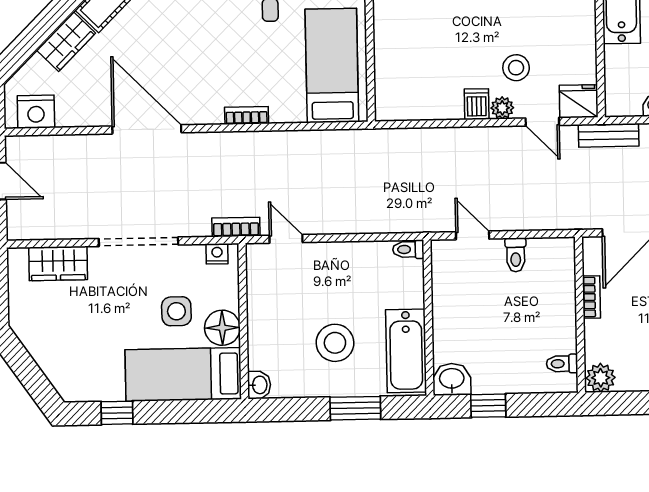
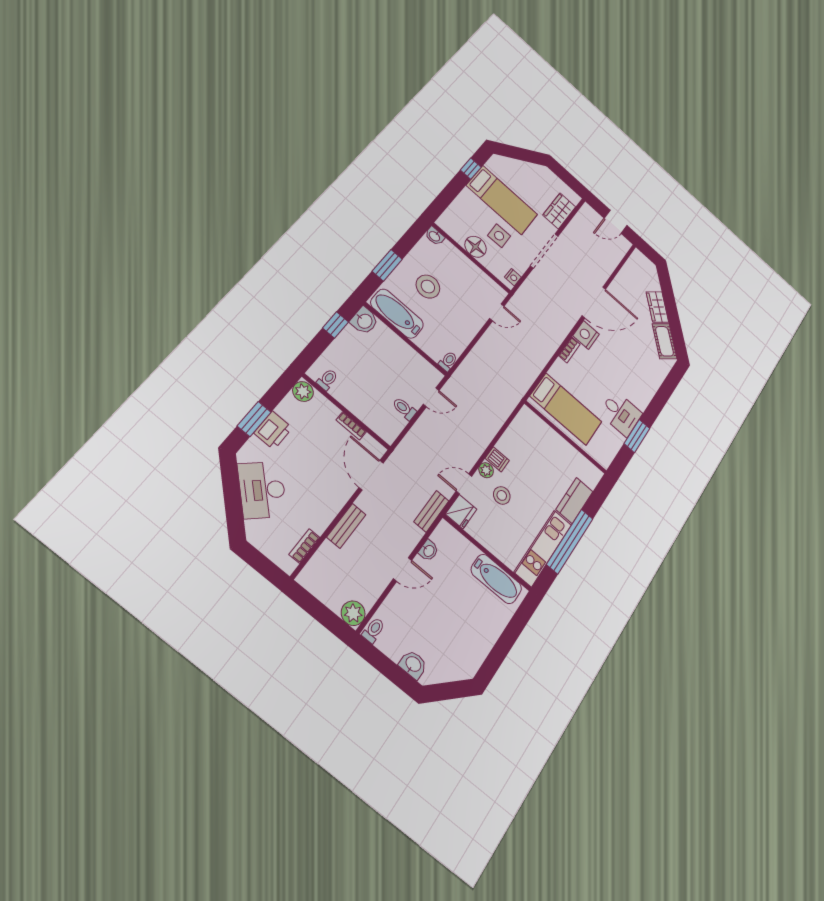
nightstand: (36, 112) -> (586, 335), moved
bookcase: (236, 227) -> (520, 297), removed
bed: (183, 374) -> (502, 200), moved, turned 90

